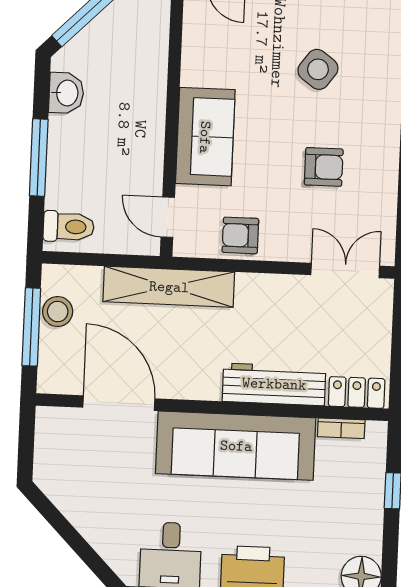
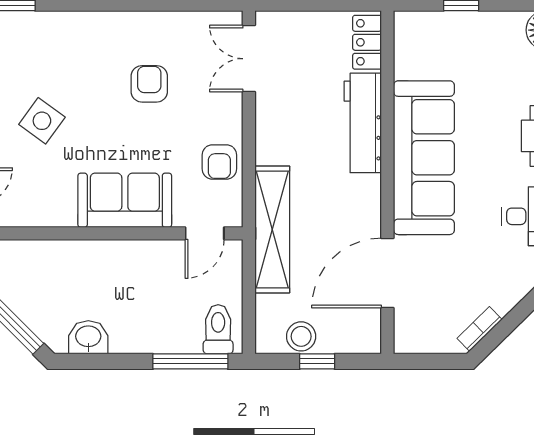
side table: (318, 69) -> (42, 121), moved
window: (39, 157) -> (190, 361), moved
window: (31, 327) -> (317, 361), width x0.46
bookcase: (341, 428) -> (480, 329), moved, turned -134

